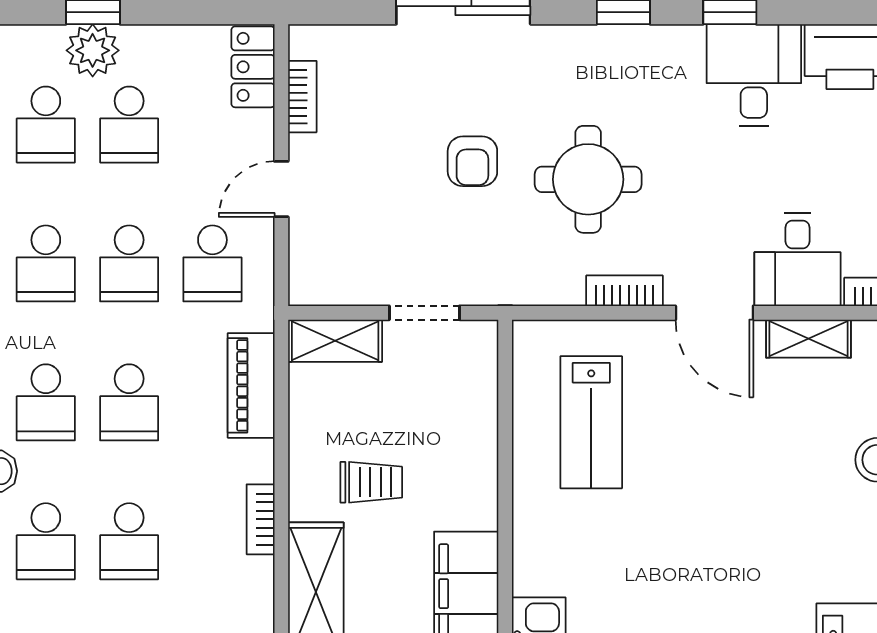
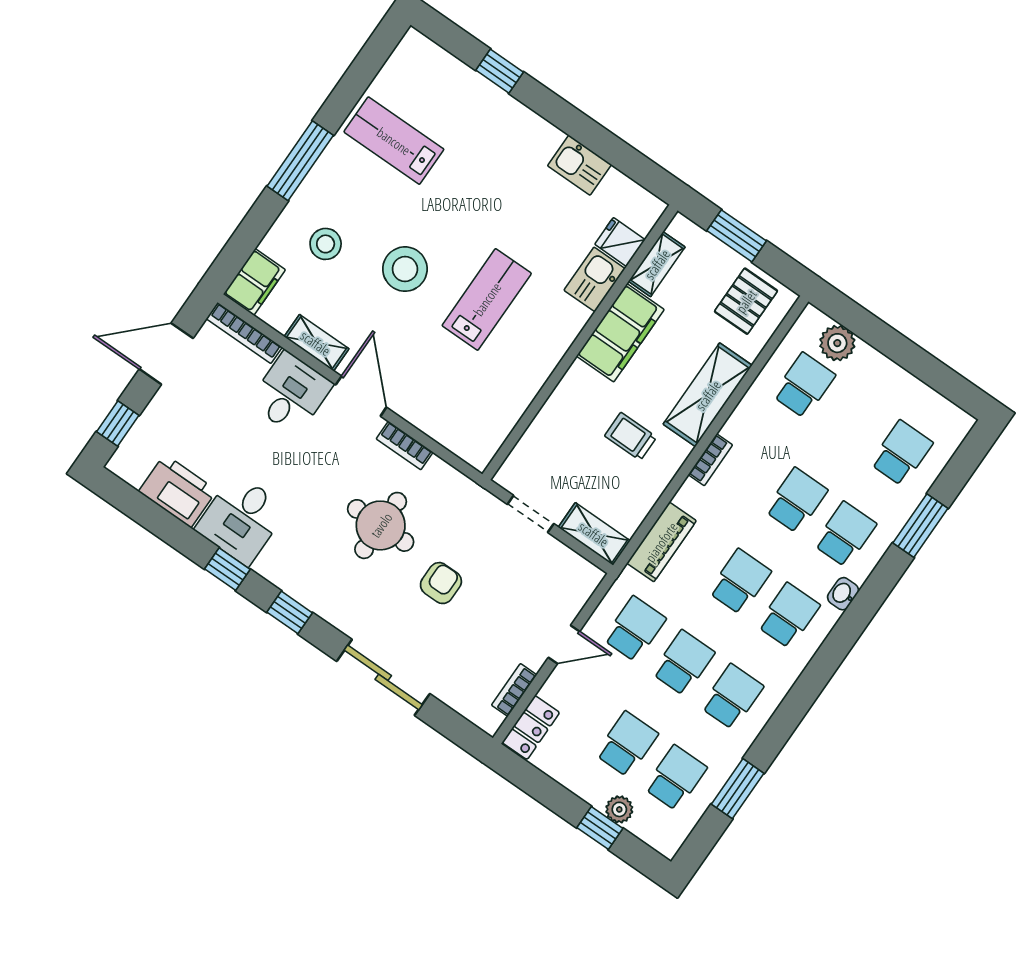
plant: (93, 50) -> (619, 809), width x0.73, depth x0.73
lab bench: (591, 422) -> (487, 299), moved
stool: (766, 495) -> (405, 269), added

